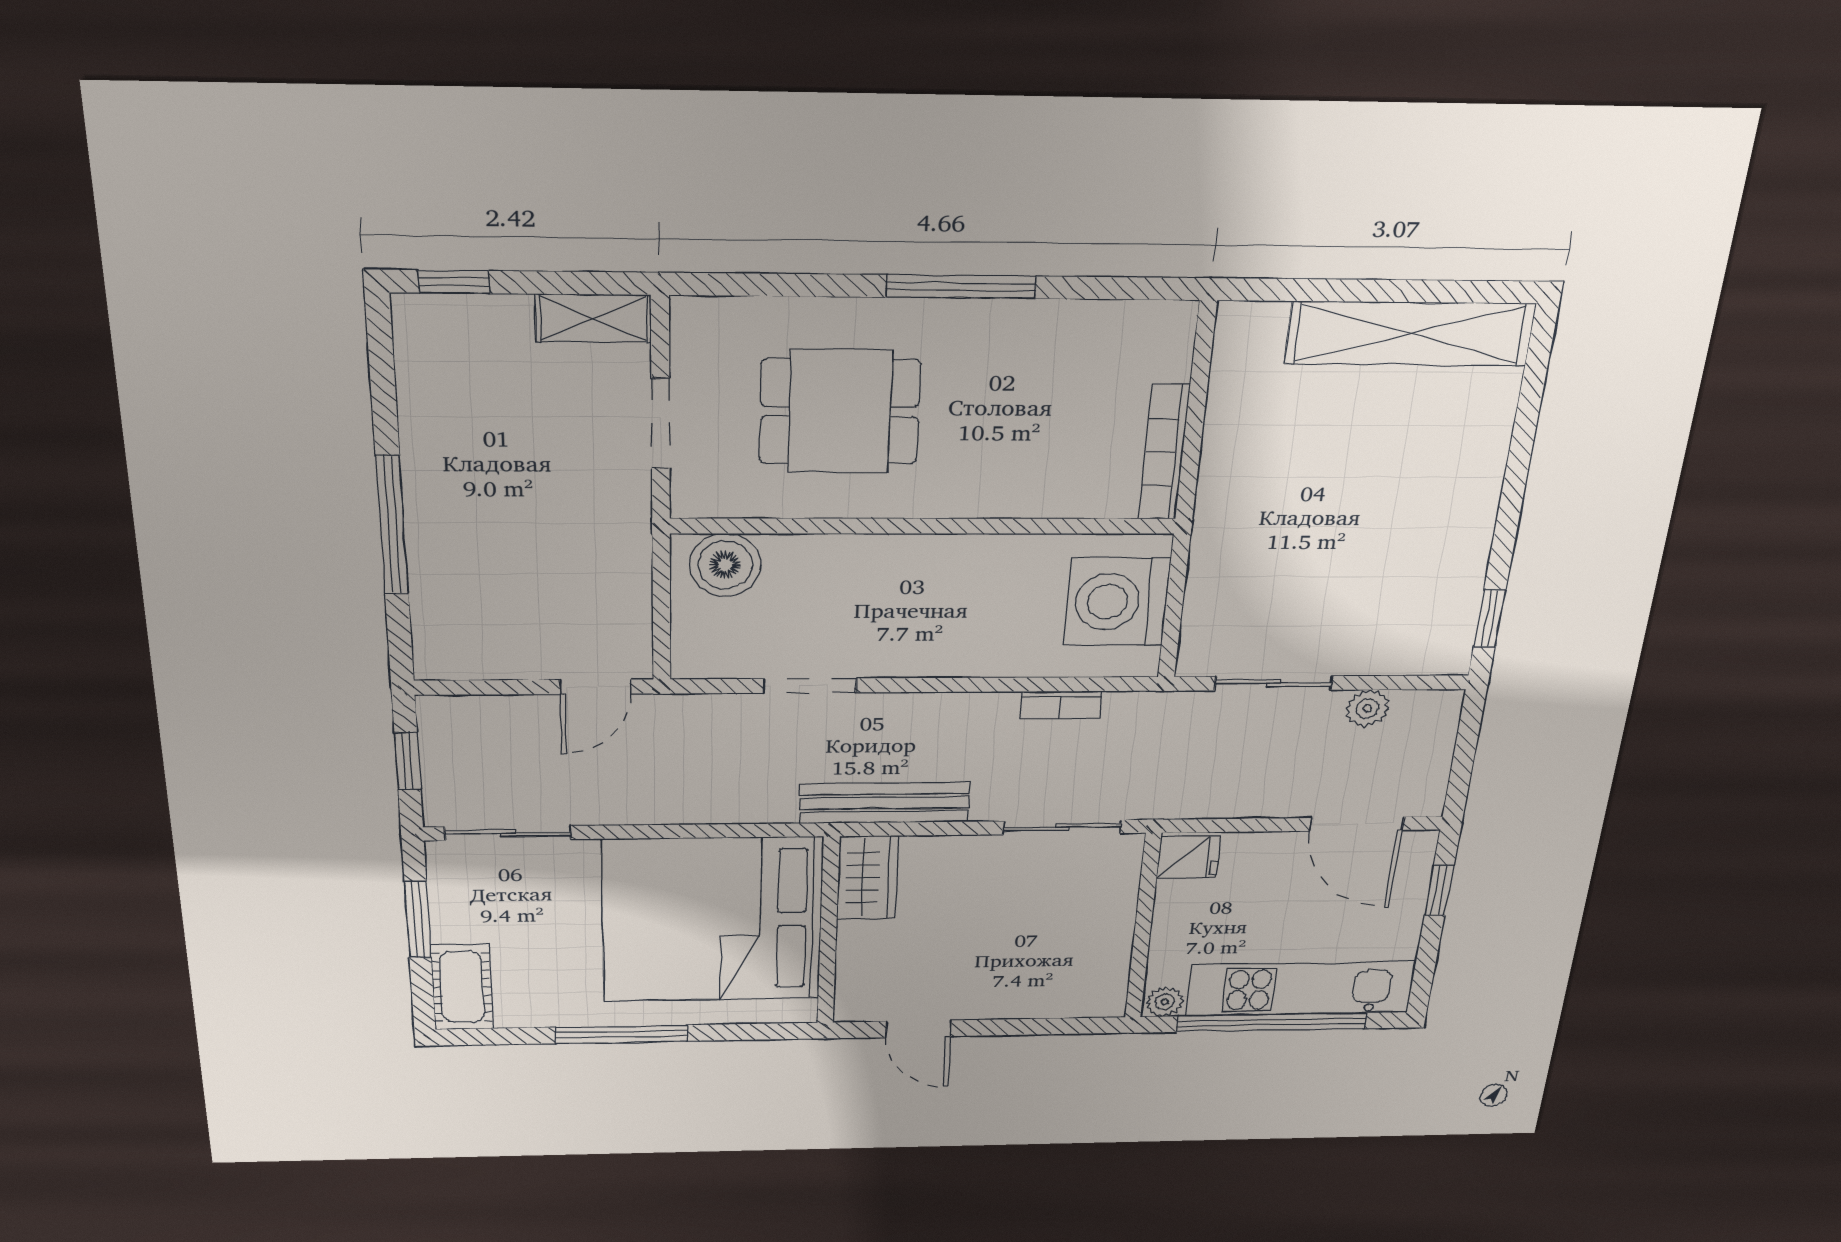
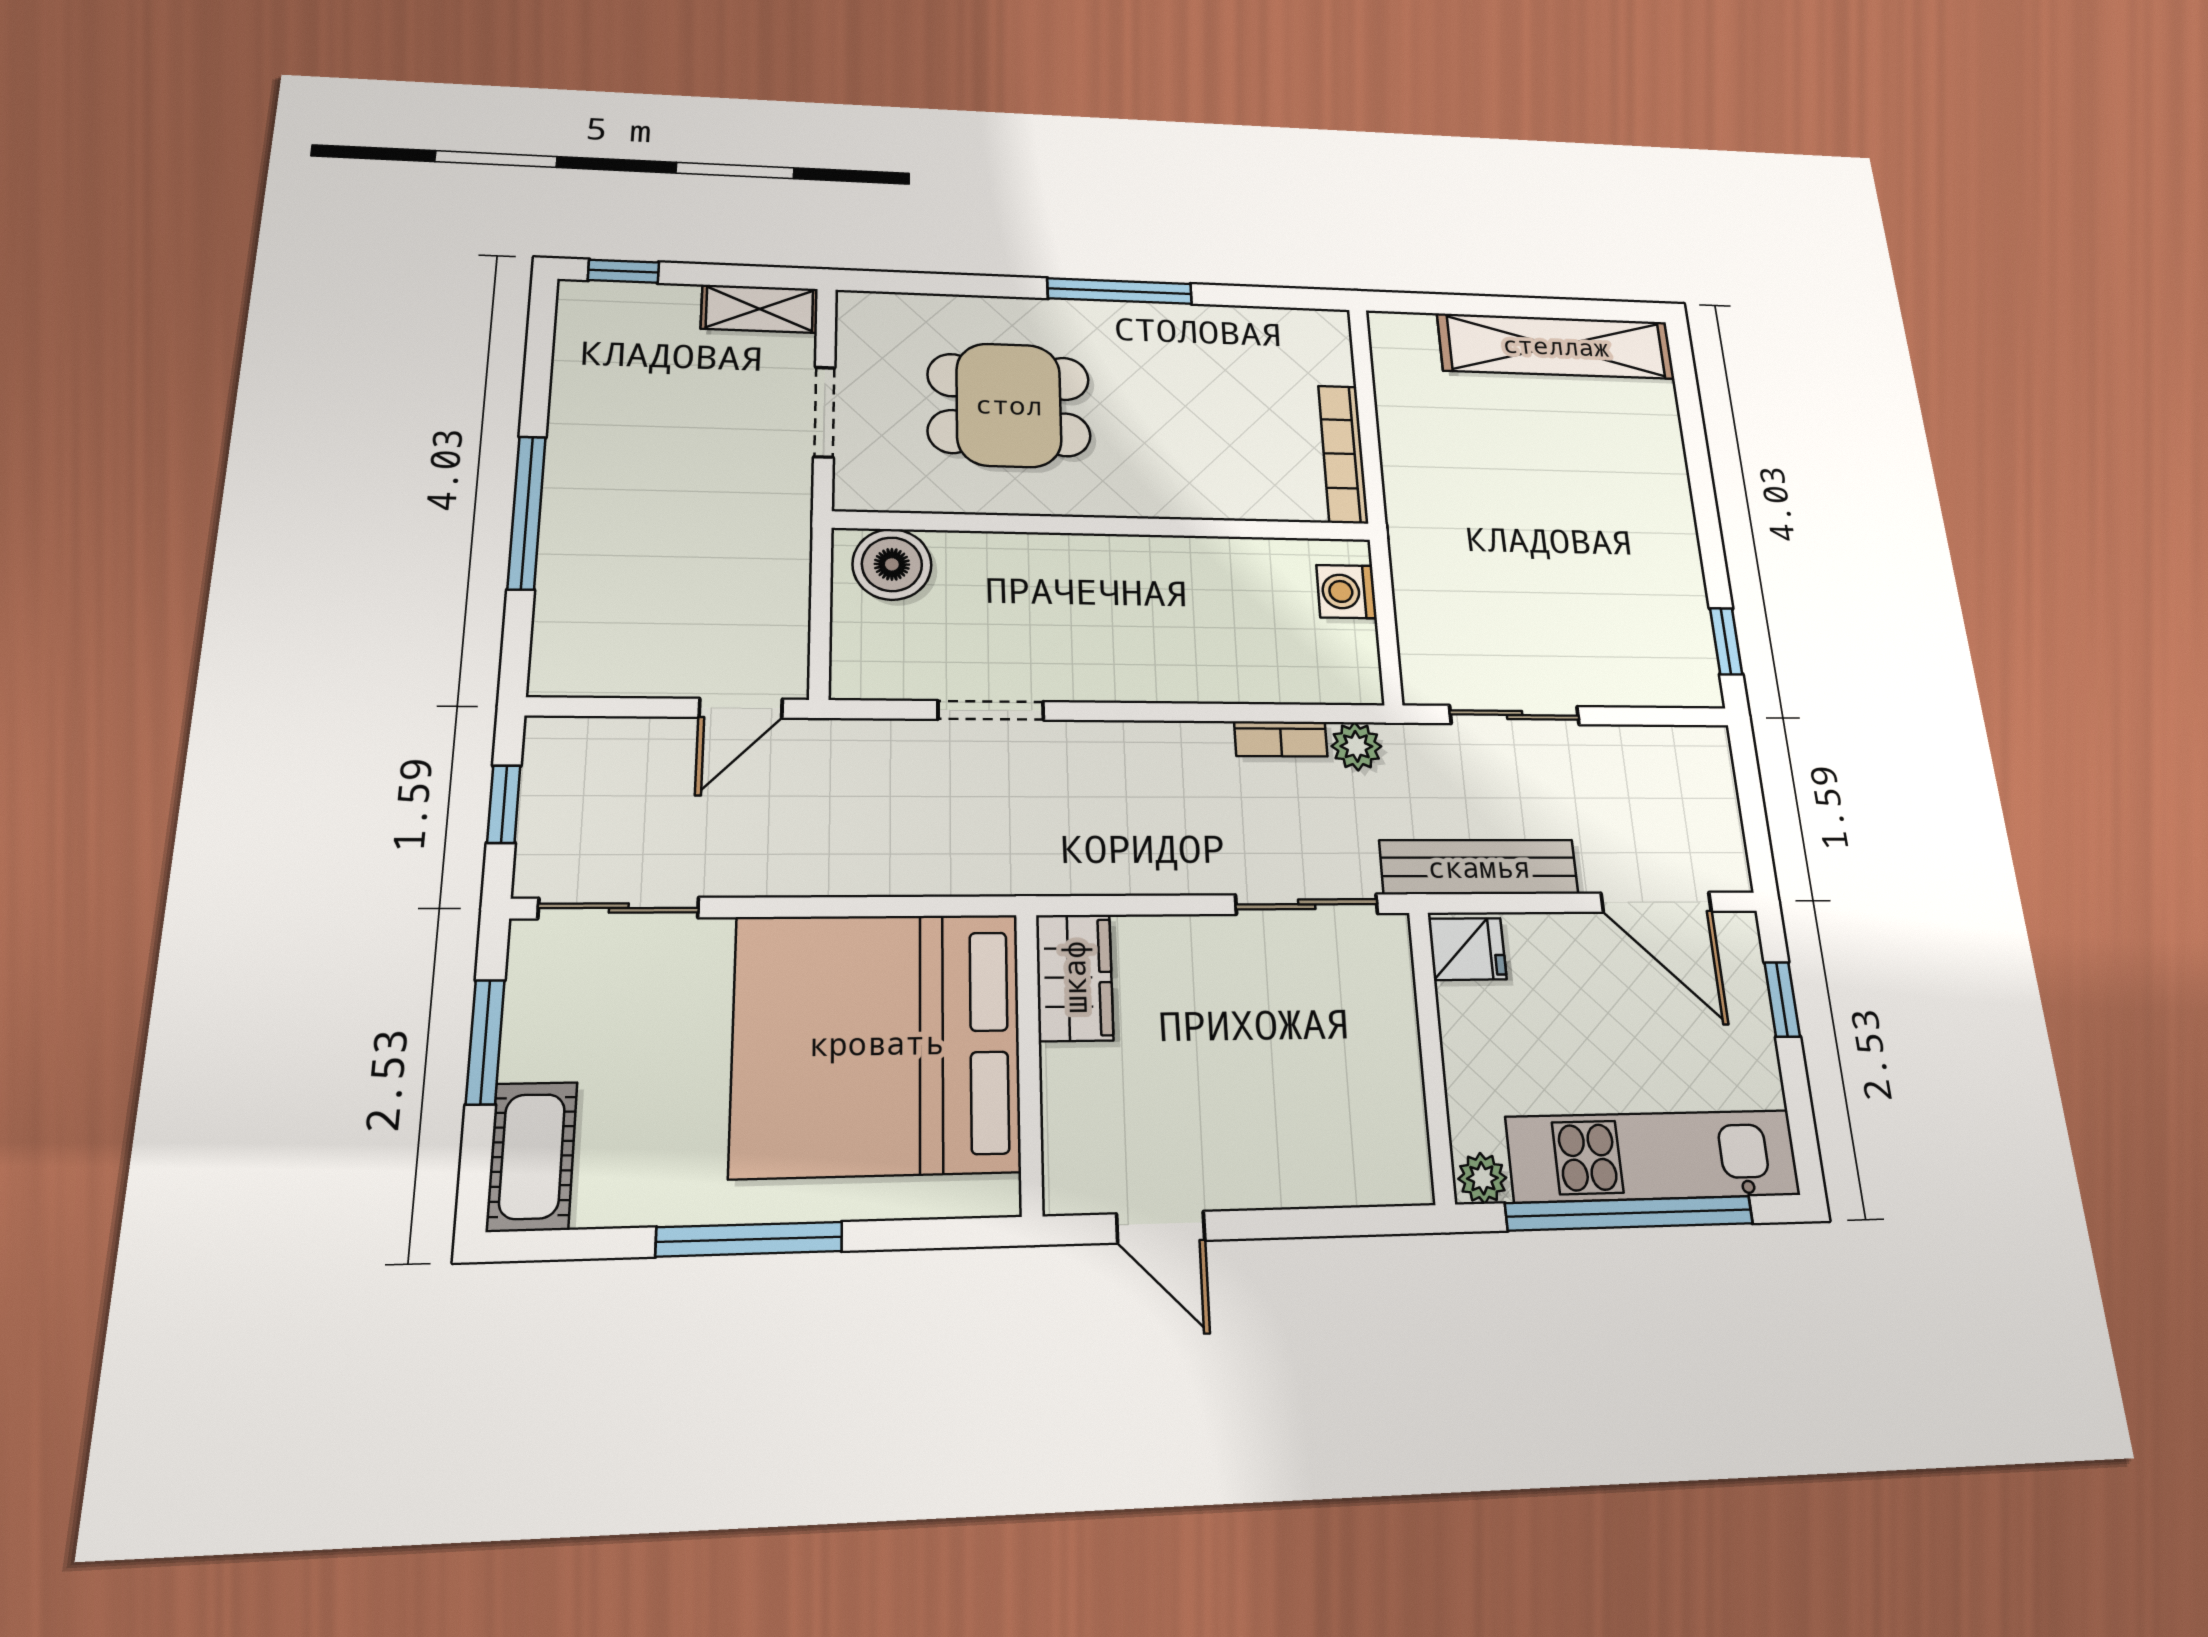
washing machine: (1117, 602) -> (1346, 592), width x0.53, depth x0.53
plant: (1367, 708) -> (1356, 746), moved
bench: (885, 803) -> (1479, 867), moved

